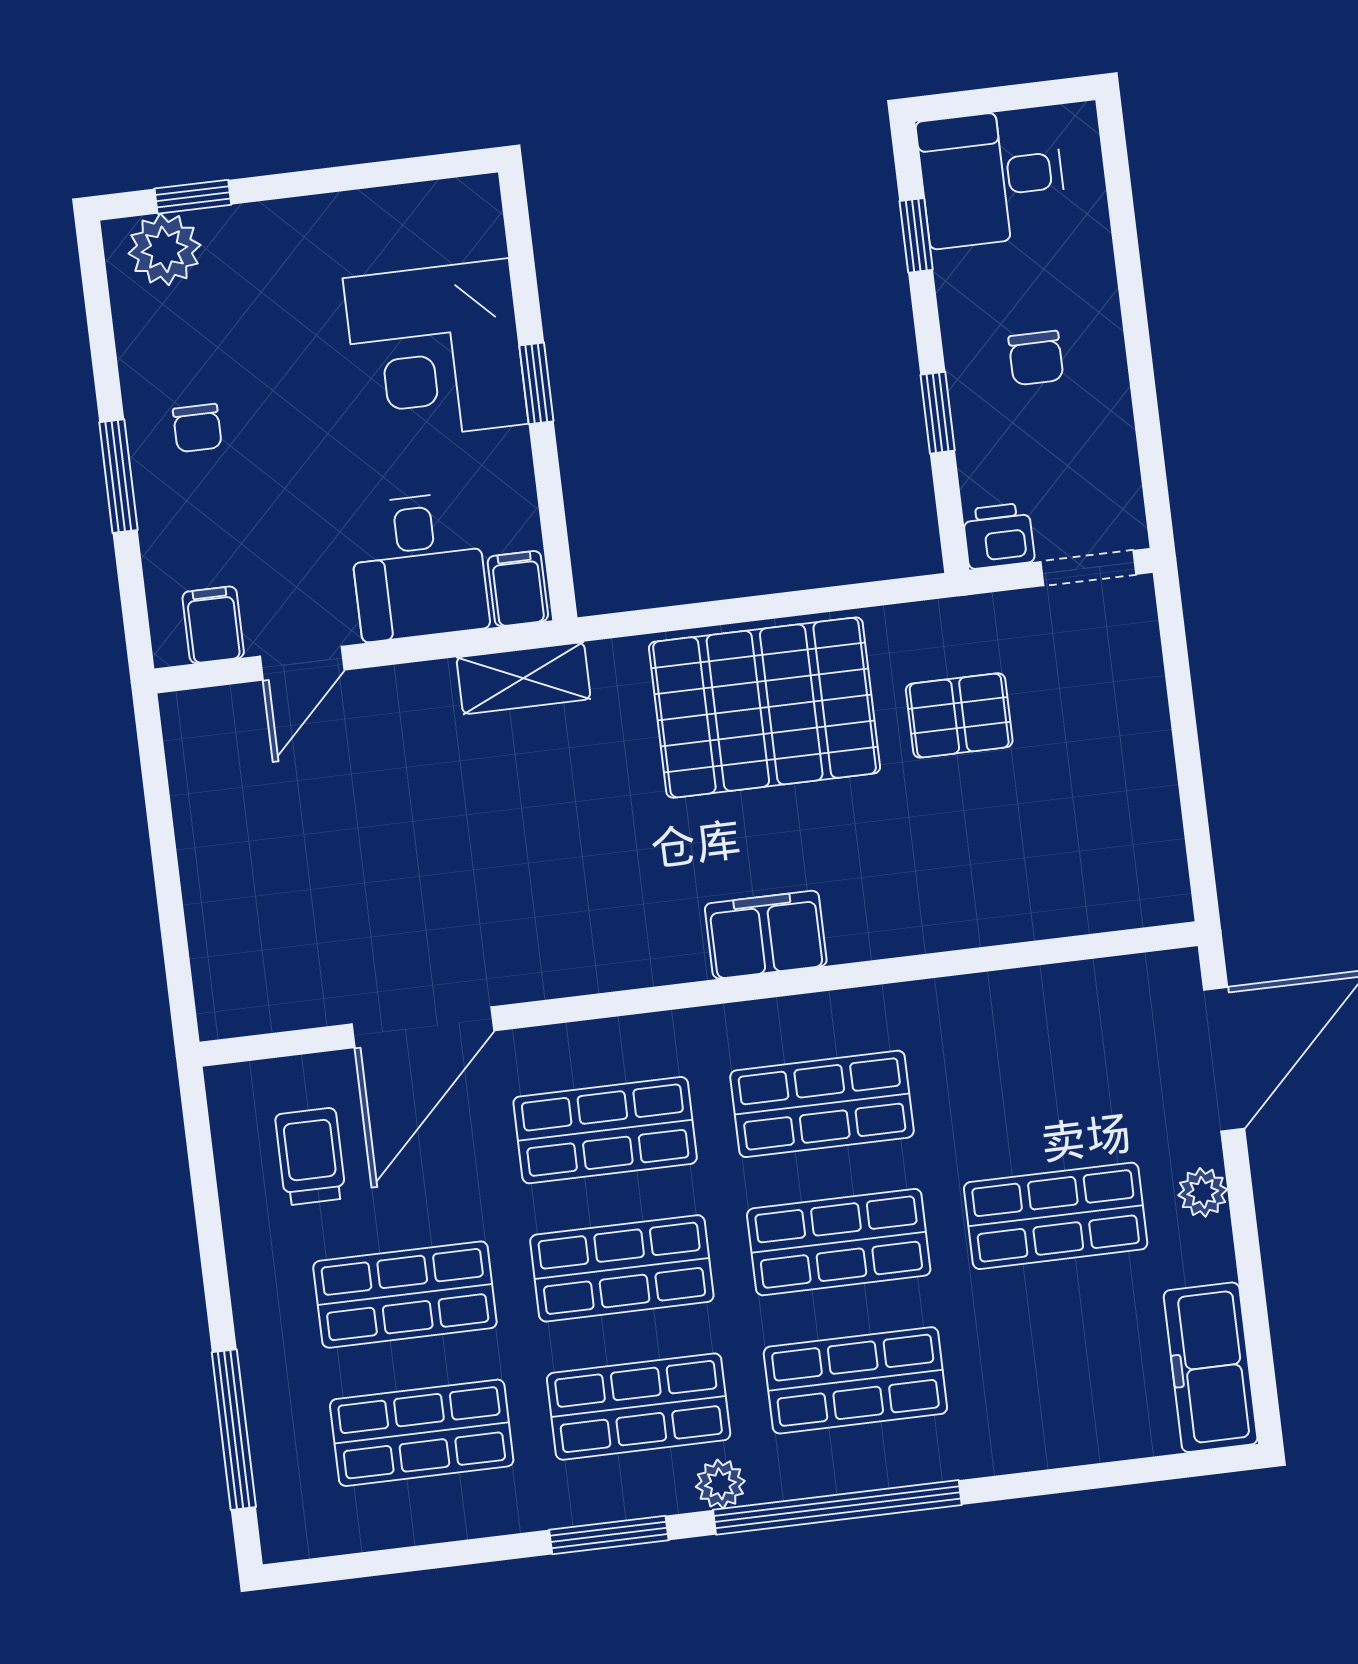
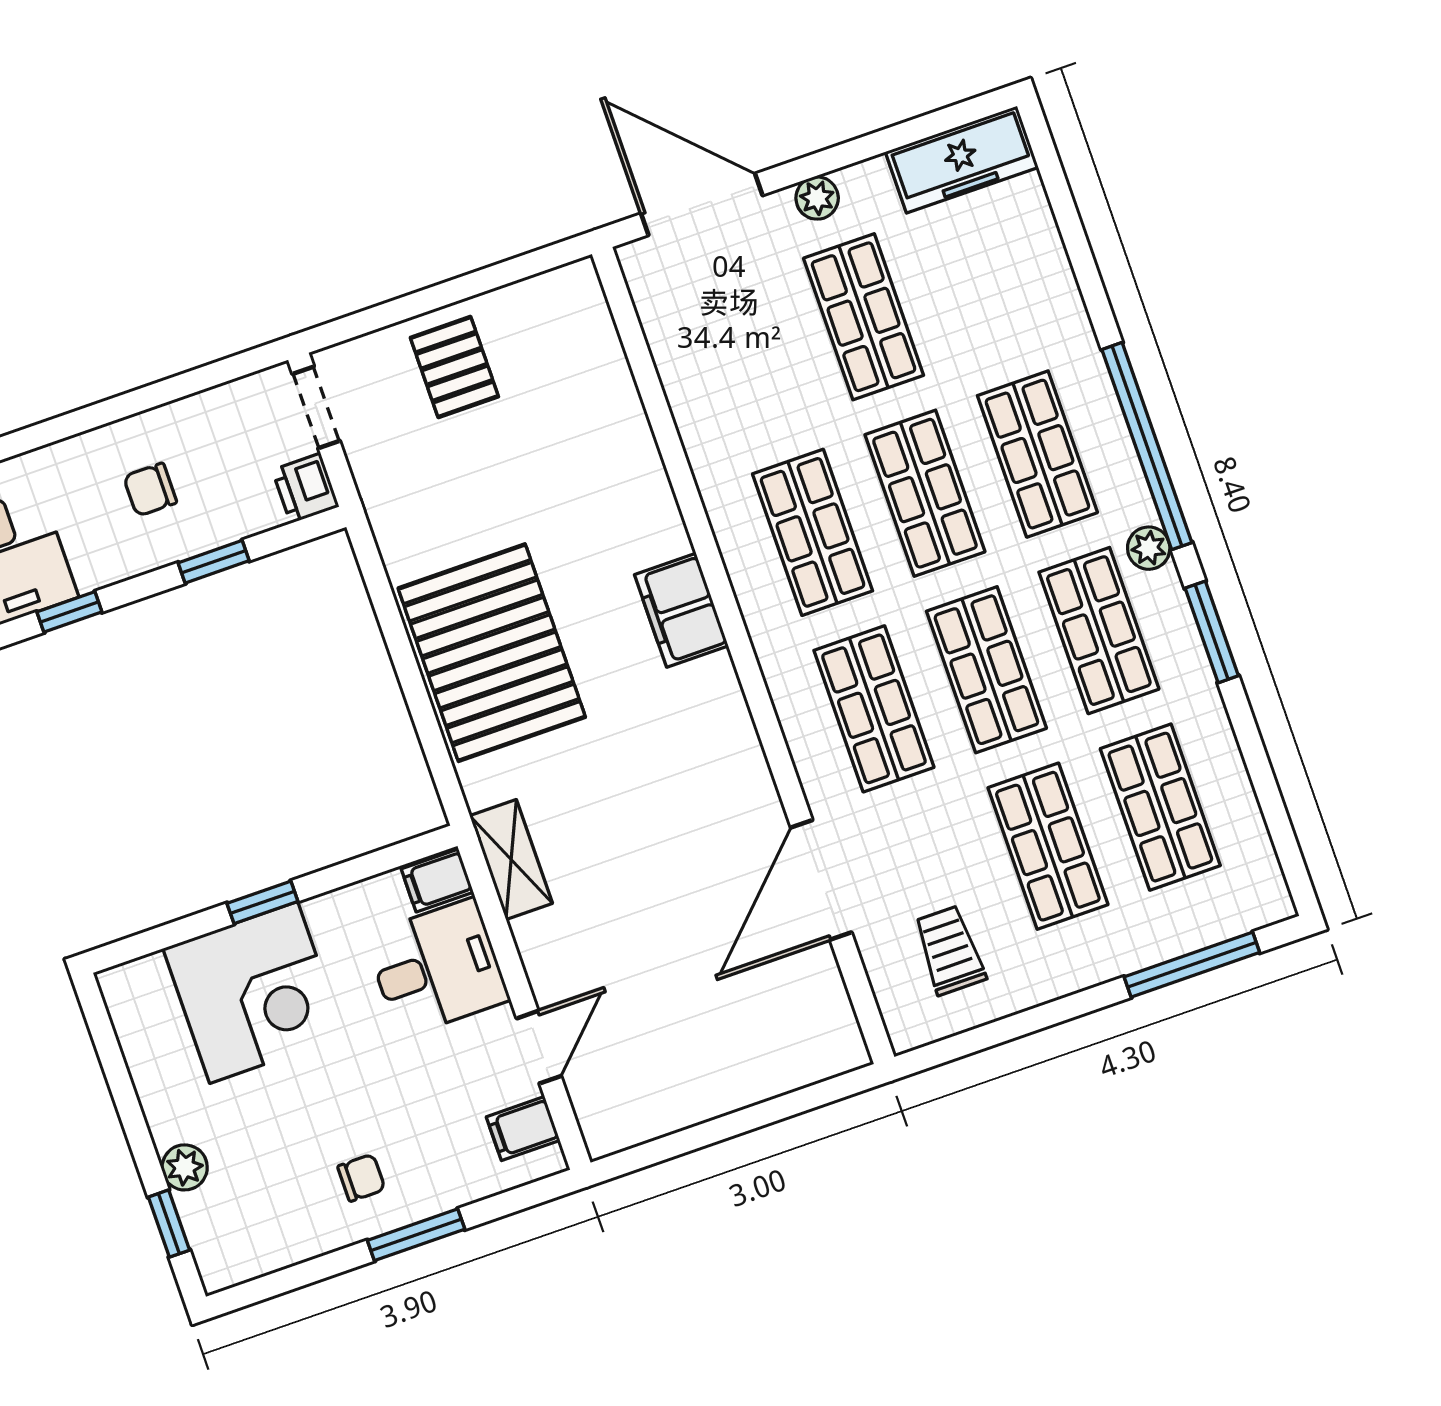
plant: (165, 249) -> (185, 1167), moved, width x0.73, depth x0.73
chair: (1036, 358) -> (150, 490), turned 180
door: (302, 663) -> (539, 1047), hinge flipped
pallet: (959, 715) -> (454, 367), moved
door: (423, 1027) -> (821, 880), swing flipped
trolley: (310, 1156) -> (950, 950), turned 90

